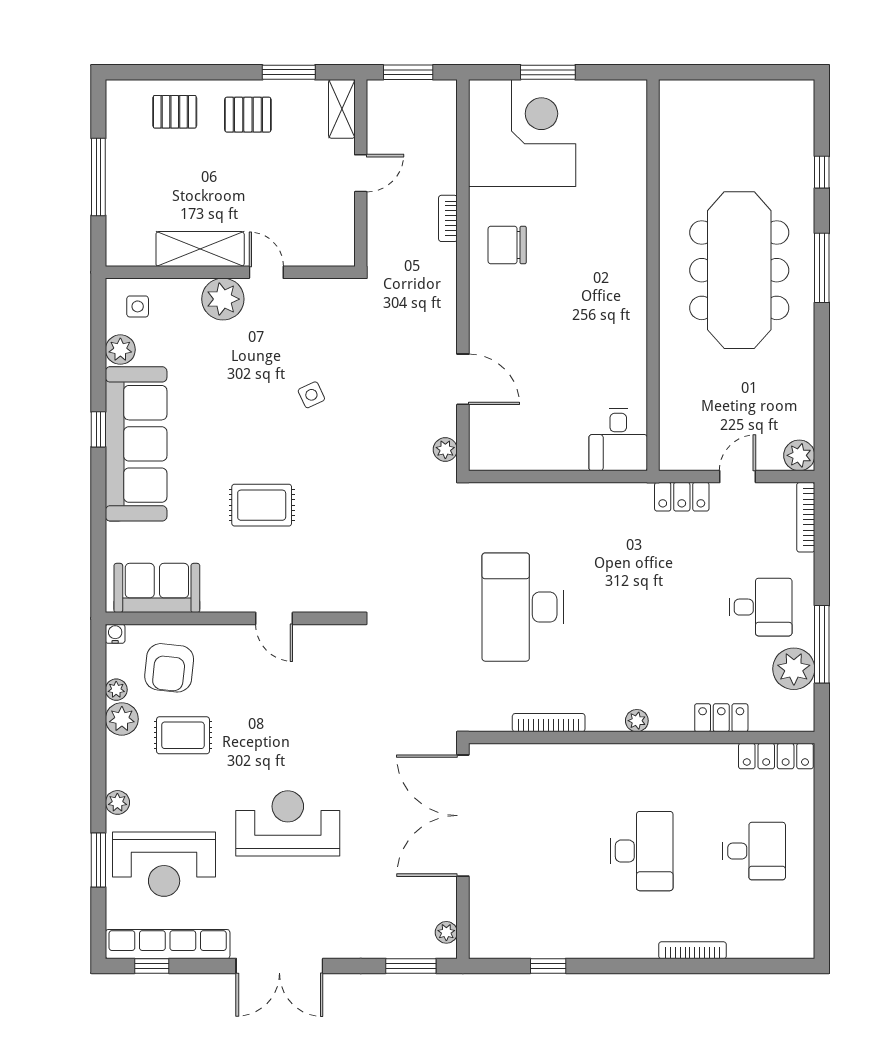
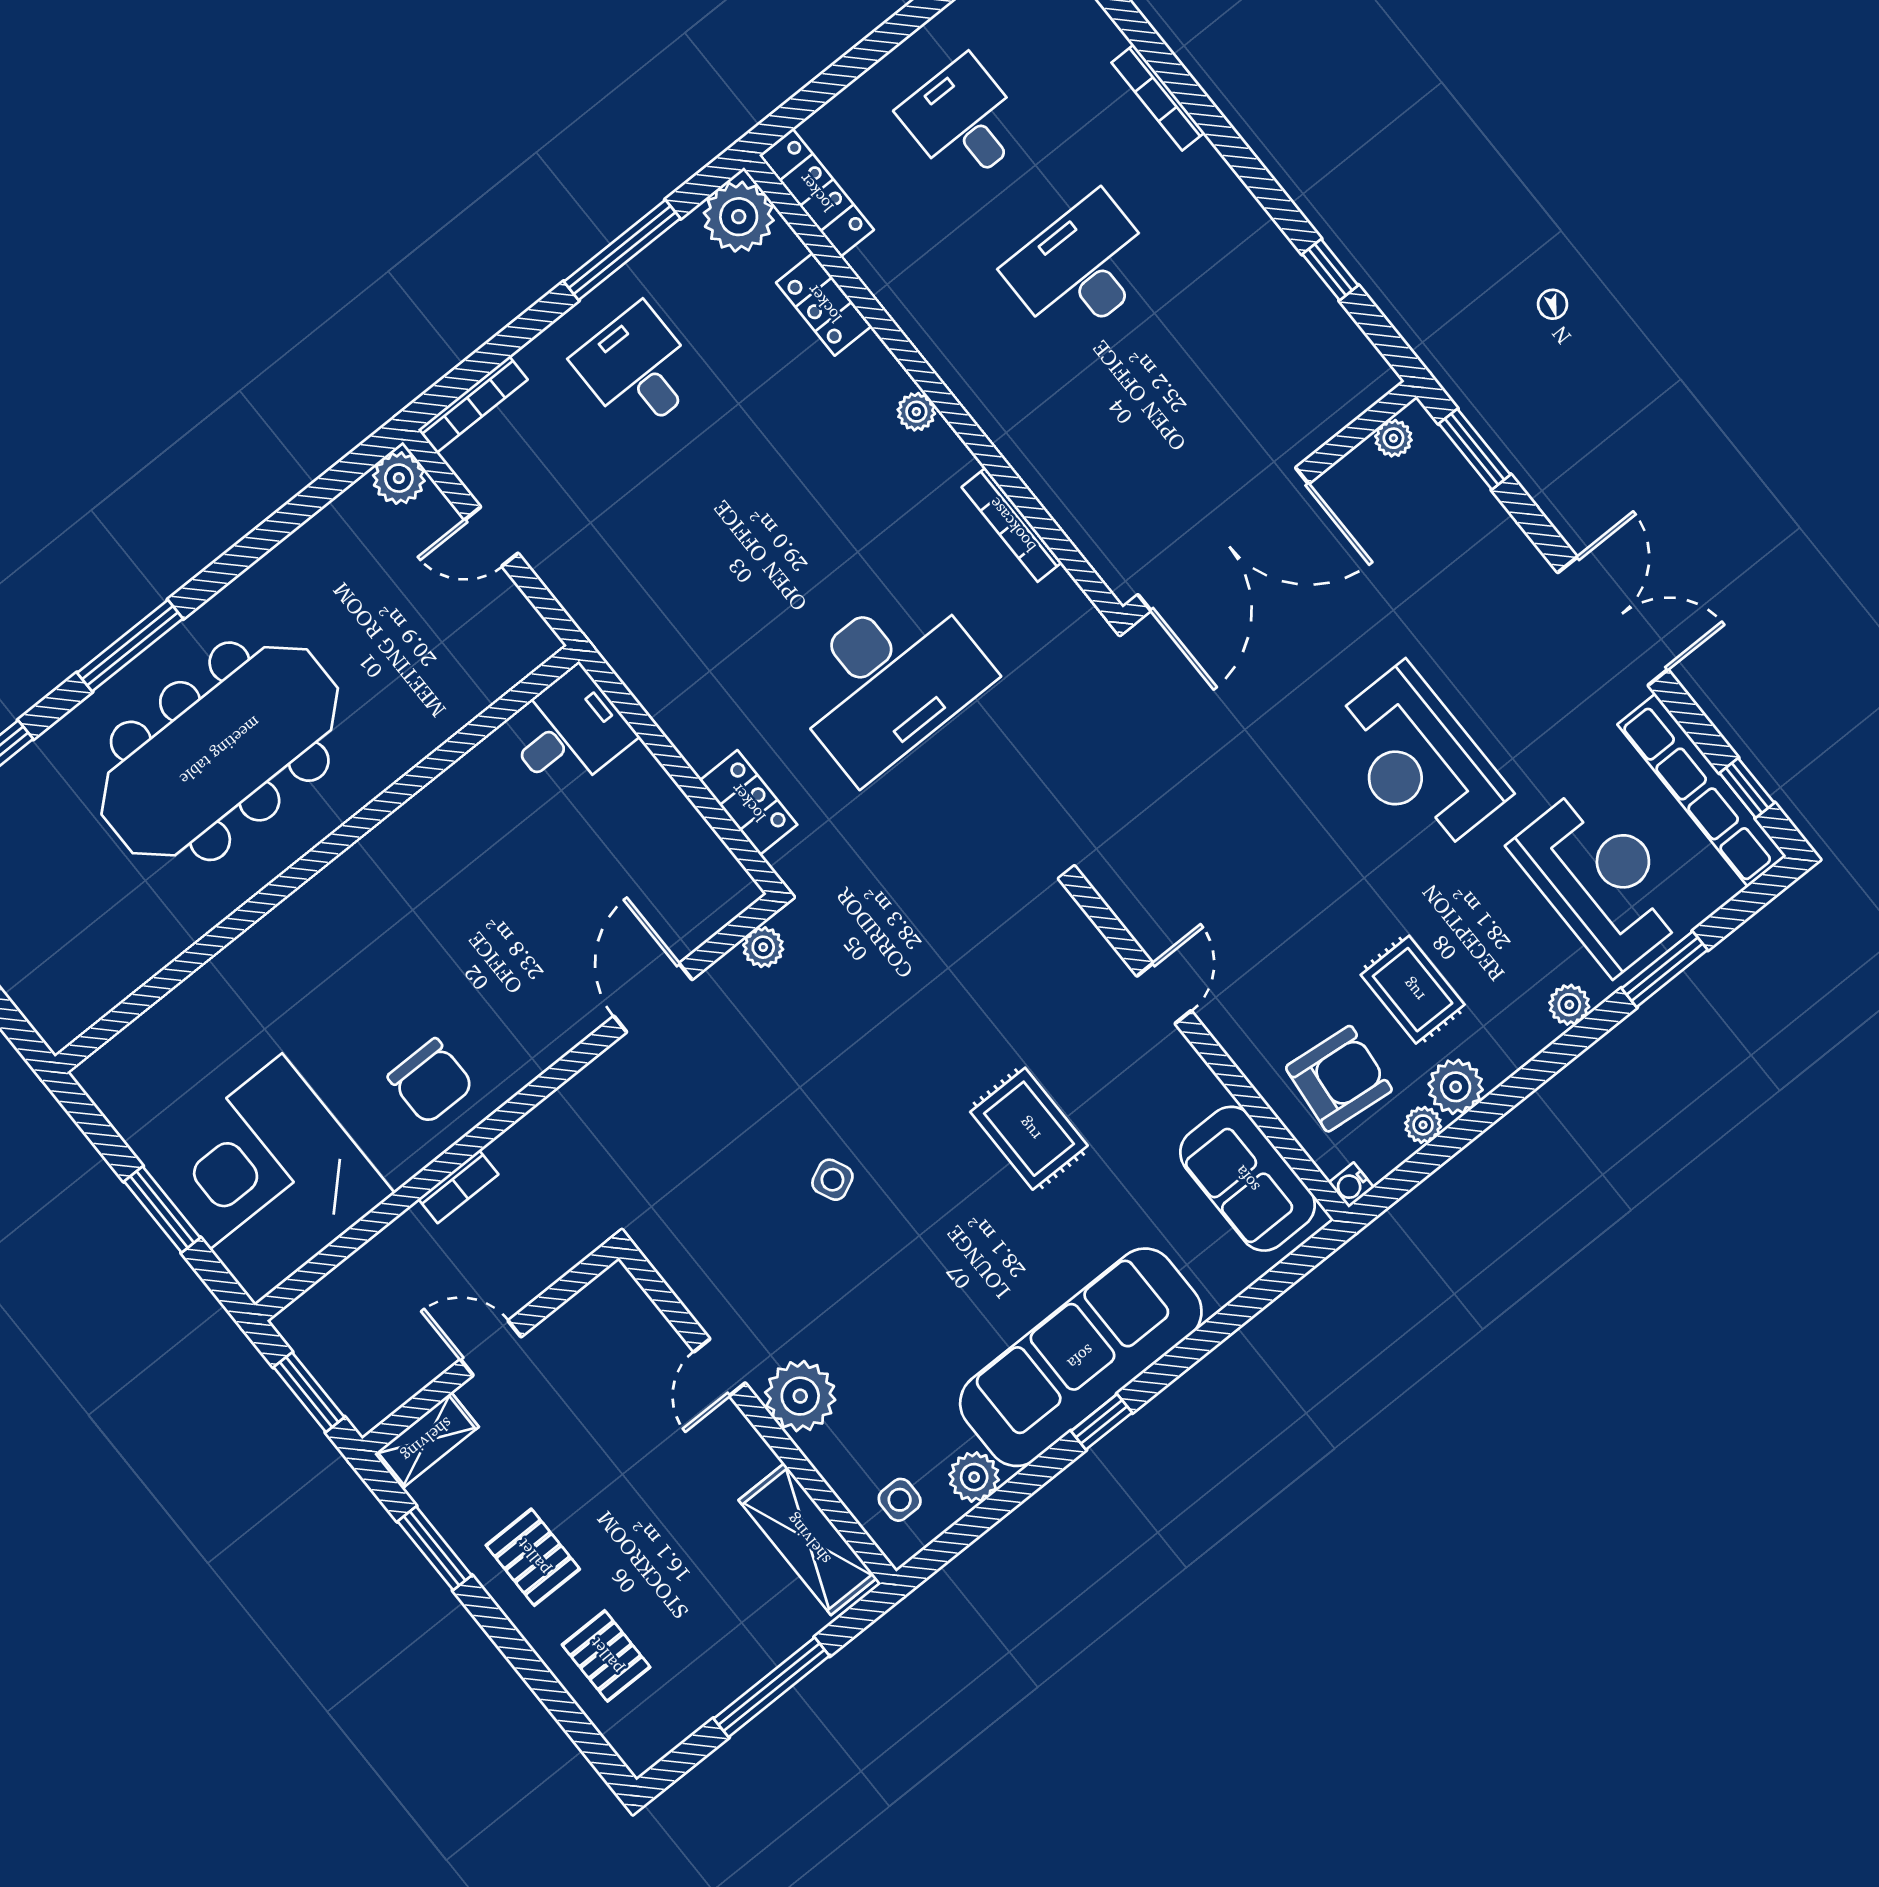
shelving: (200, 249) -> (808, 1539), moved
locker: (682, 497) -> (748, 803), moved
plant: (794, 669) -> (739, 217), moved

